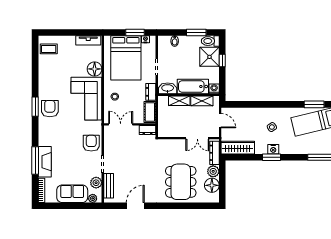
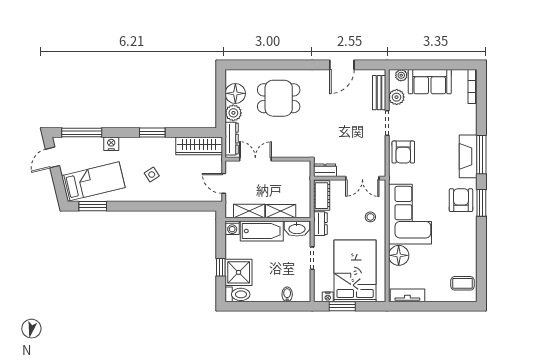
window: (196, 32) -> (257, 306), removed
armchair: (50, 109) -> (461, 200), turned 180
nightstand: (273, 149) -> (111, 144), moved
window: (35, 161) -> (481, 155), moved
fireplace: (45, 162) -> (468, 156), moved
dining table: (181, 182) -> (279, 98), width x0.73

